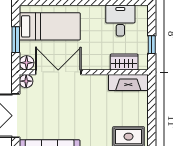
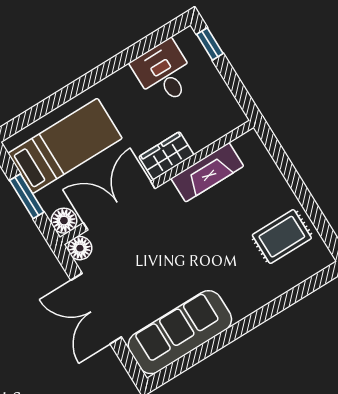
window: (152, 45) -> (210, 44), moved
wardrobe: (124, 62) -> (166, 156), moved
fireplace: (128, 82) -> (207, 172), moved

